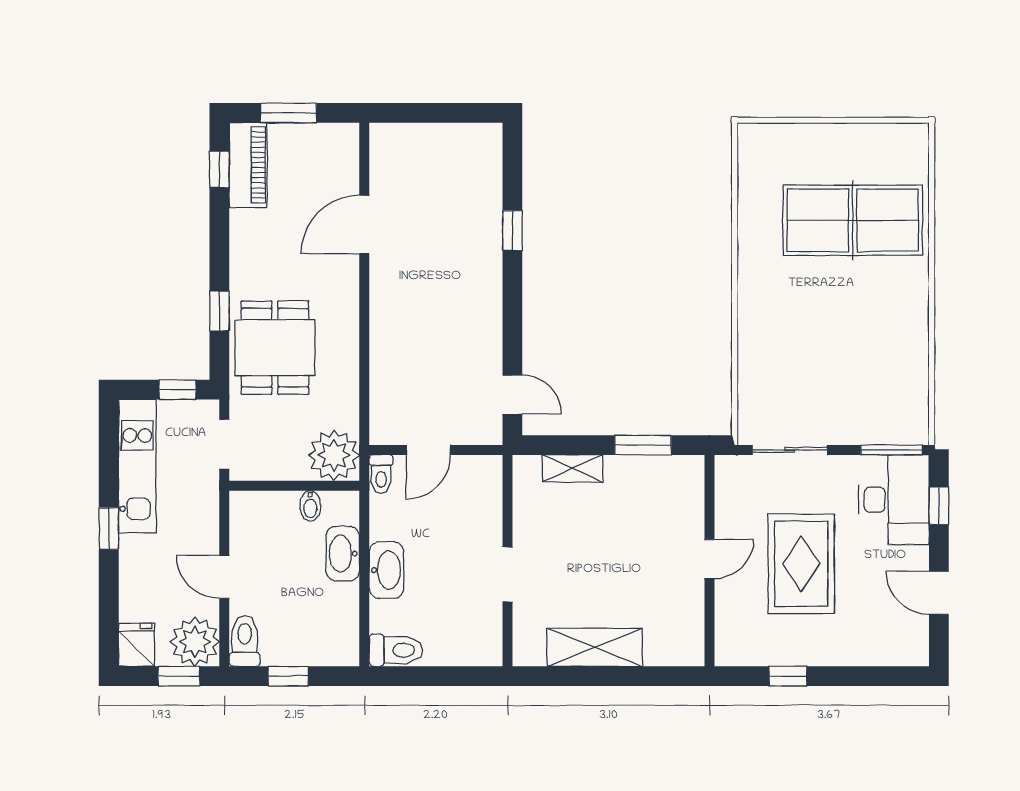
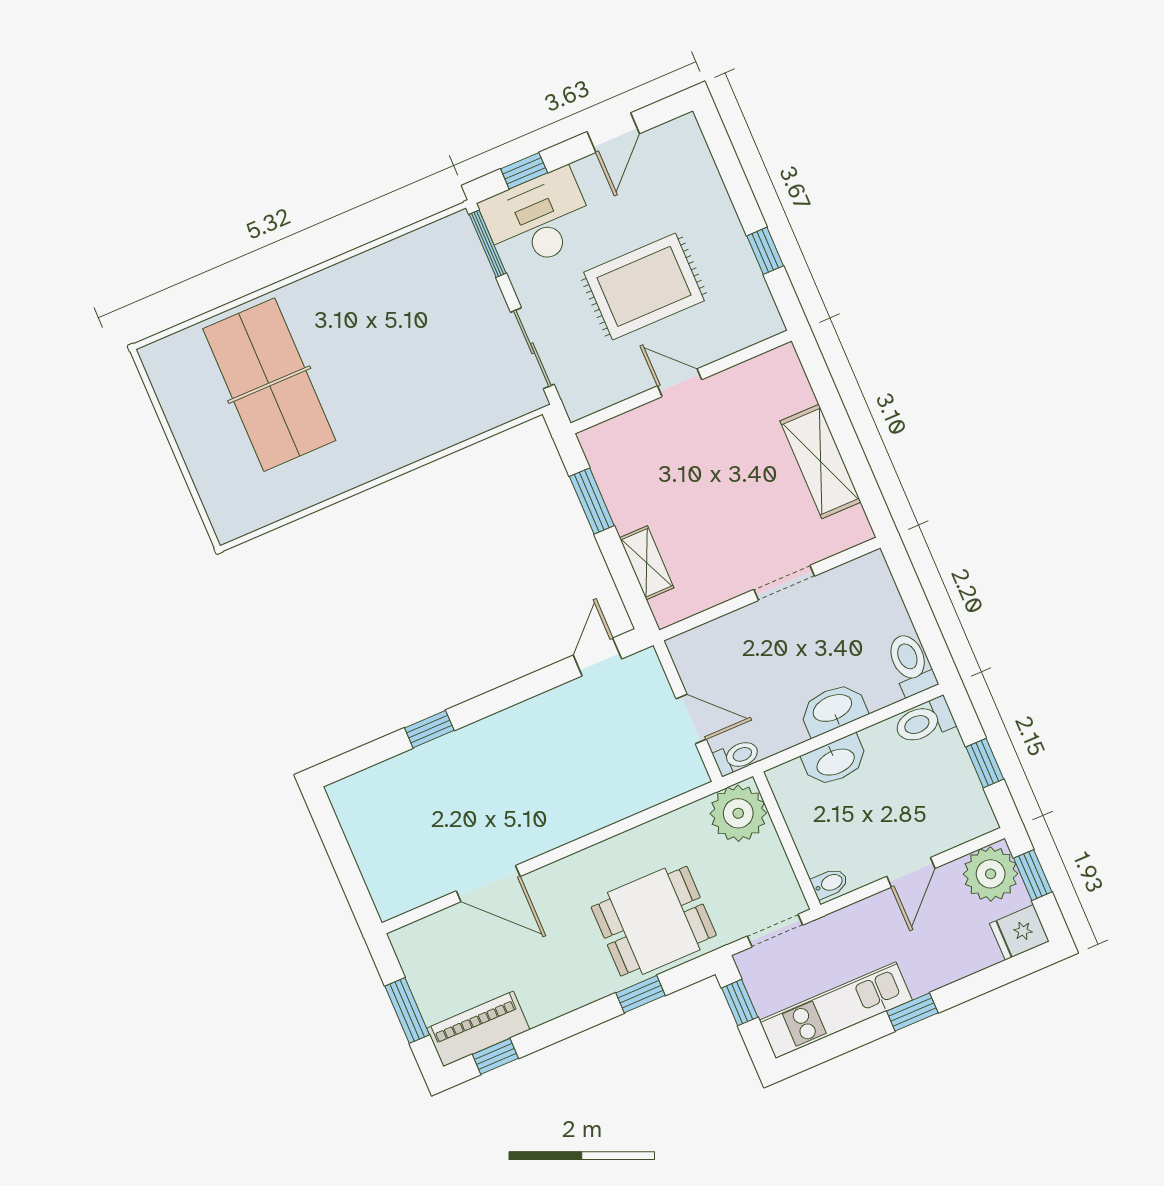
bidet: (310, 506) -> (830, 883), moved
toilet: (245, 641) -> (924, 721), moved

